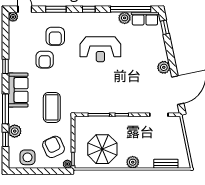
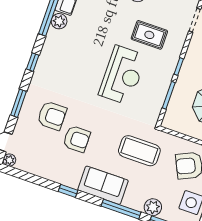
reception desk: (100, 49) -> (123, 75), moved
rug: (137, 86) -> (149, 35), added

